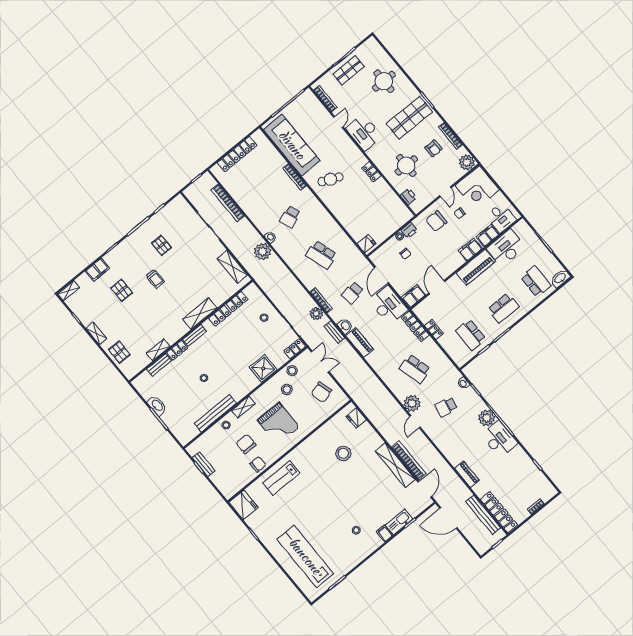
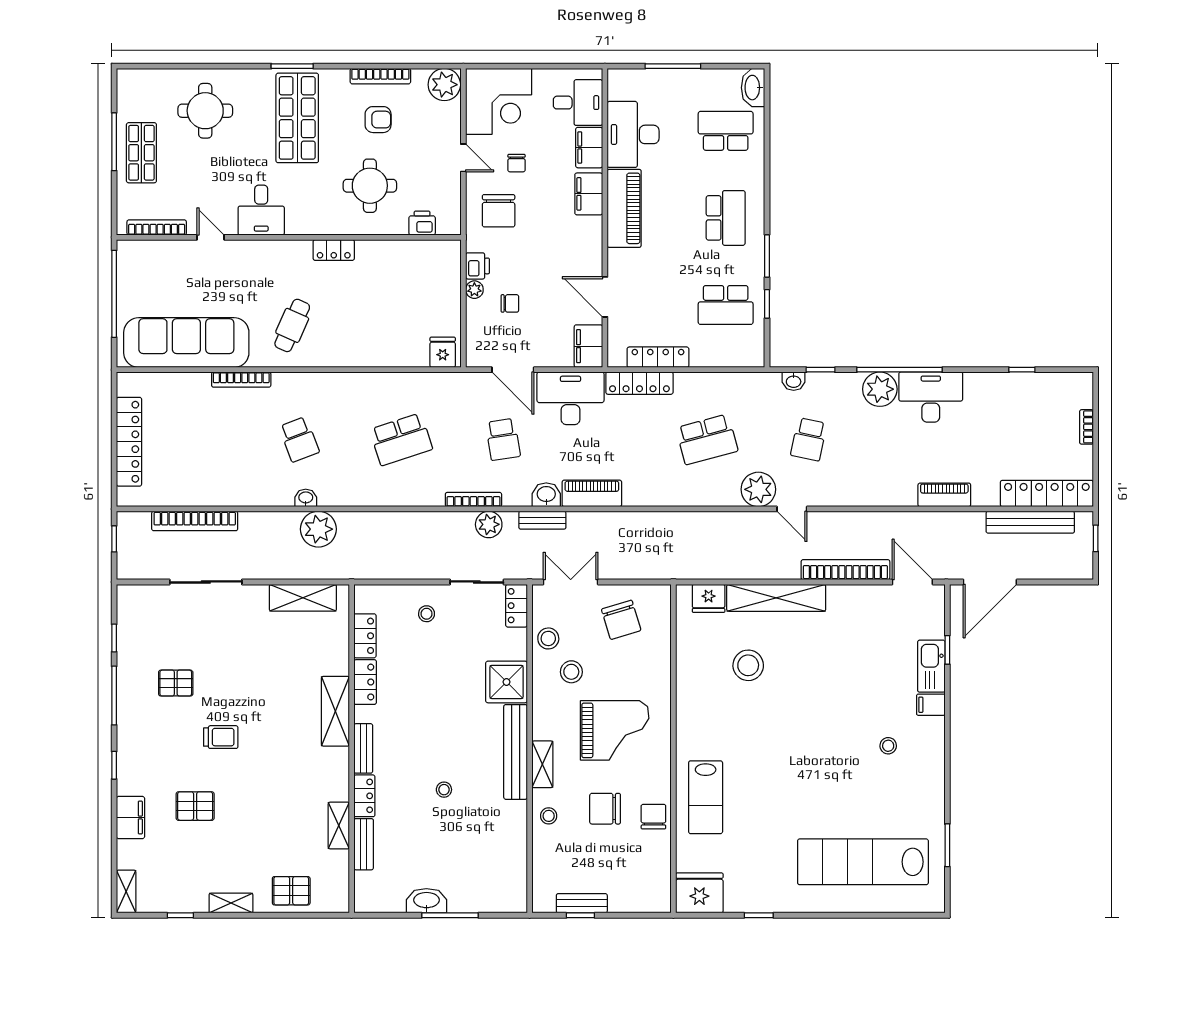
desk: (364, 132) -> (261, 210), width x0.73
locker: (434, 329) -> (658, 357), width x1.53
bench: (215, 413) -> (516, 752), moved
shelving: (395, 465) -> (776, 598), moved

